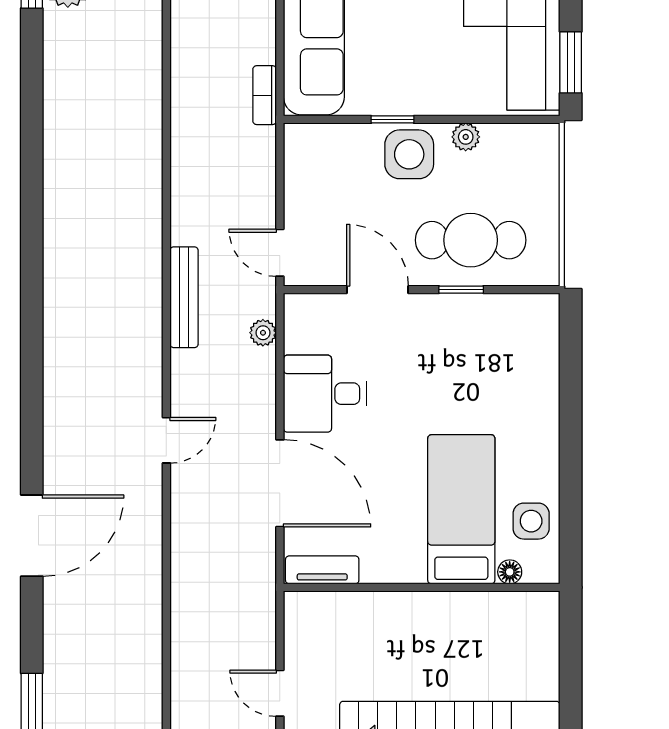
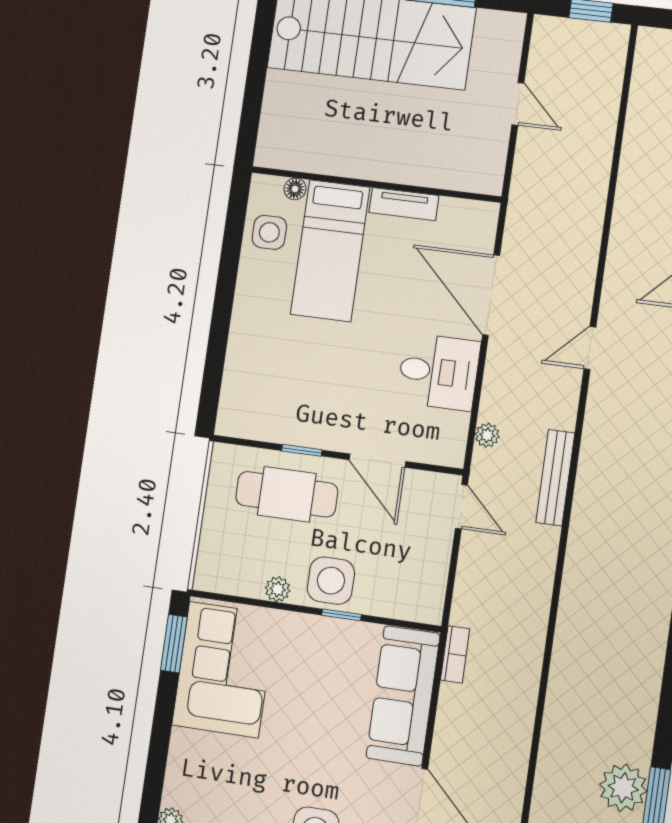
tv unit: (322, 570) -> (404, 204), moved

